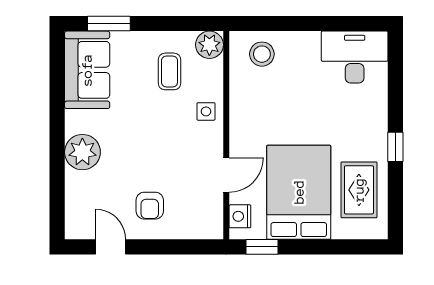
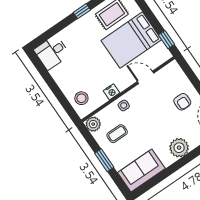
window: (109, 24) -> (104, 160), moved
desk: (355, 57) -> (52, 52), width x0.73
armchair: (150, 206) -> (182, 102), turned 90
nightstand: (240, 216) -> (112, 92), moved

